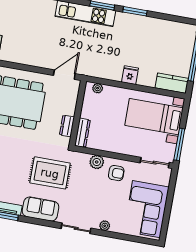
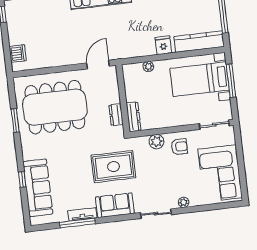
kitchen counter: (172, 83) -> (199, 42), width x1.50
plant: (98, 88) -> (148, 66), moved
window: (179, 144) -> (231, 81), moved

